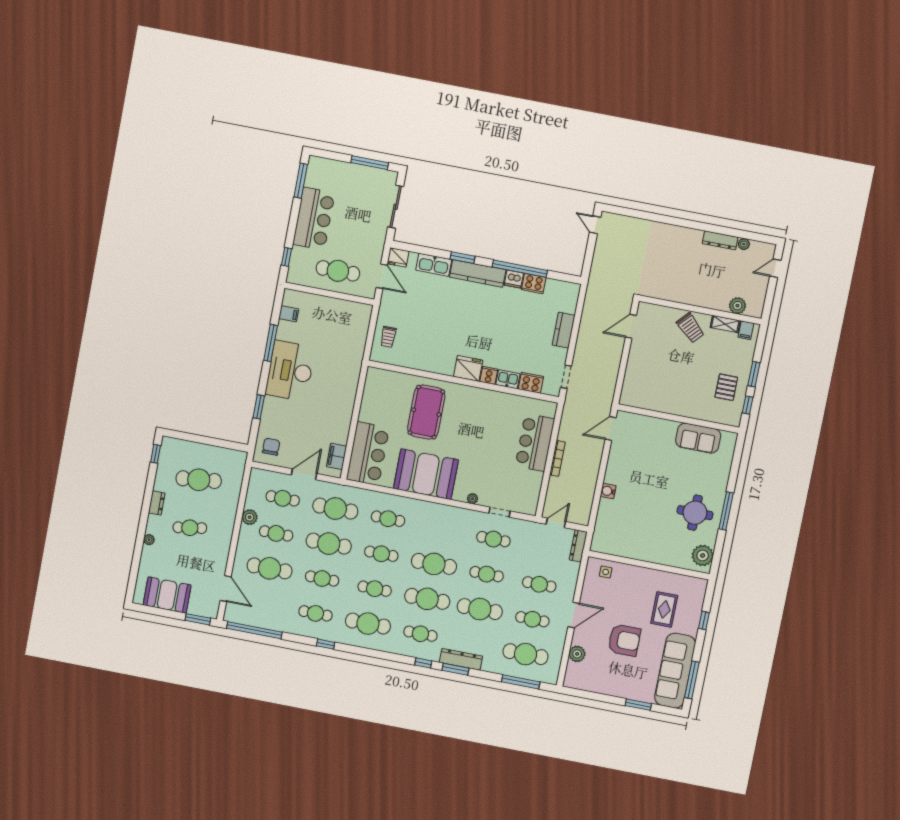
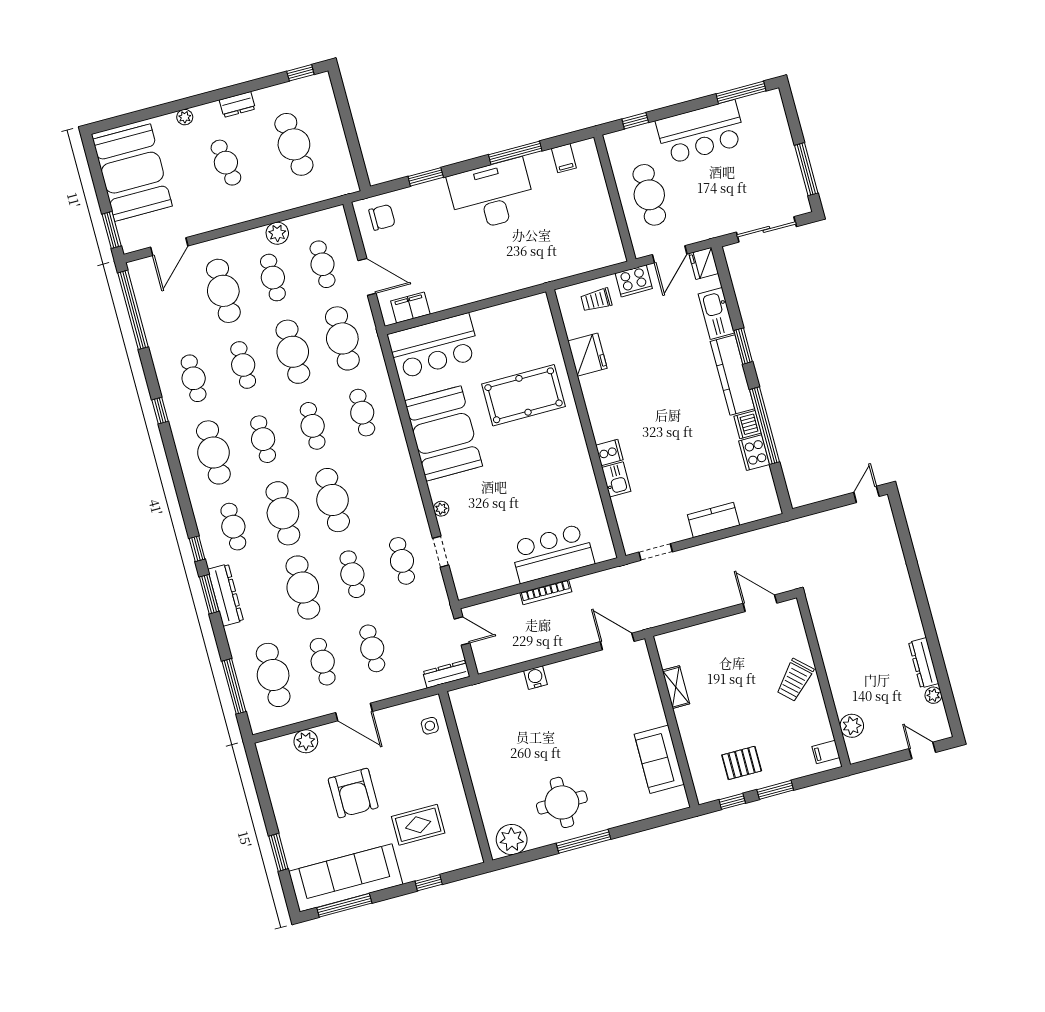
shelving: (725, 324) -> (676, 687), moved
fridge: (468, 368) -> (587, 355), moved
cooker: (531, 383) -> (634, 281), moved, turned 90
booth: (167, 595) -> (132, 173), width x1.36, depth x1.42

